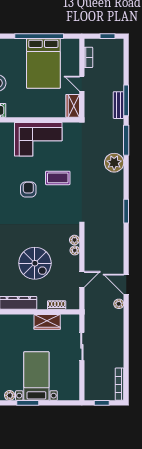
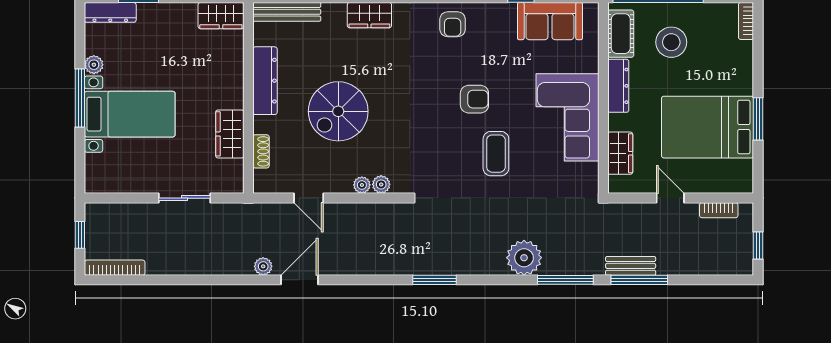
window: (39, 36) -> (758, 119), width x0.47
door: (82, 84) -> (670, 198), hinge flipped
wardrobe: (73, 106) -> (620, 153), moved, turned 90
dresser: (21, 112) -> (618, 86), added
window: (28, 403) -> (80, 98), width x1.44

